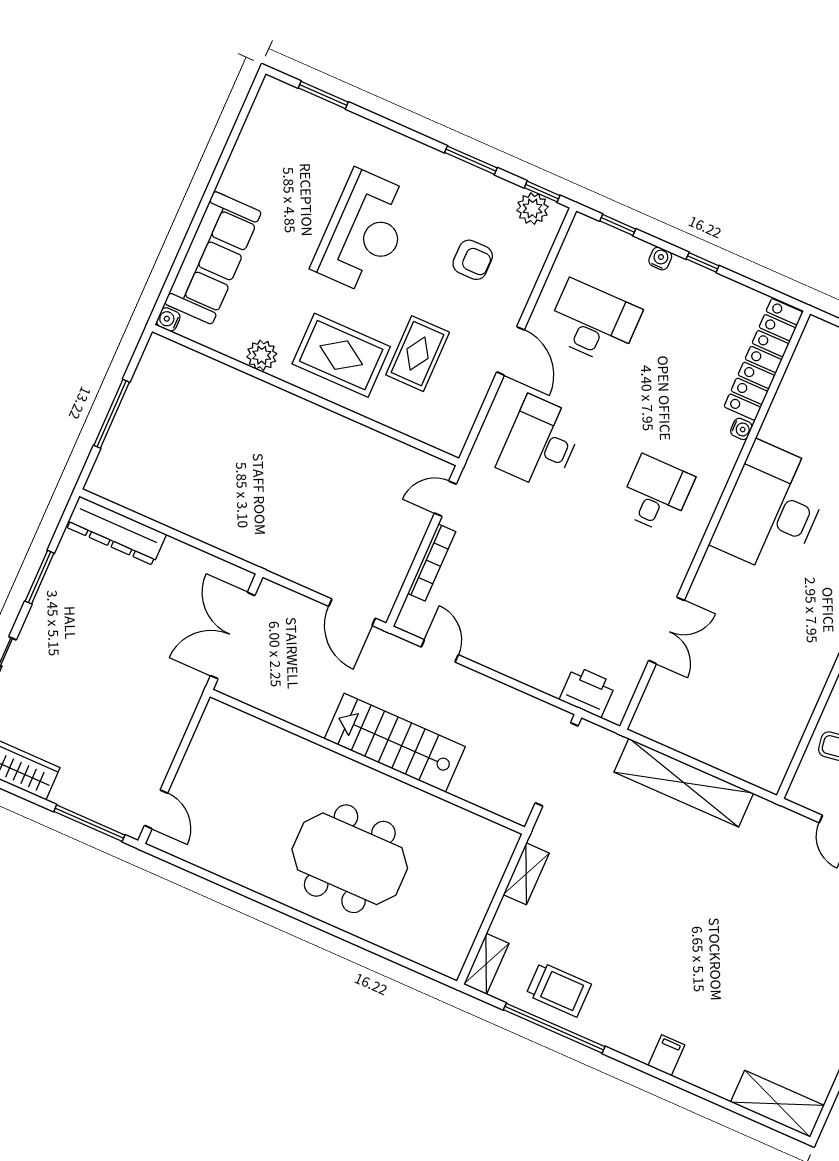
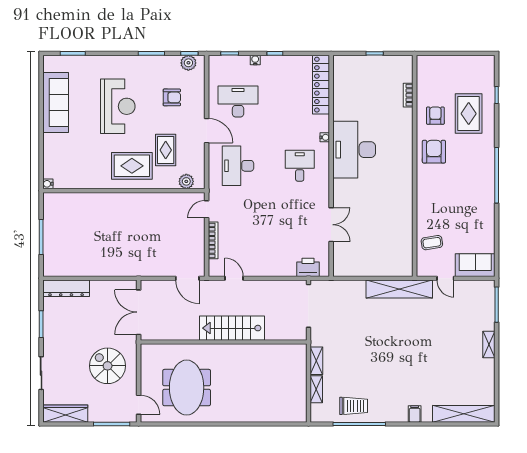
sofa: (213, 258) -> (56, 103), moved
plant: (262, 355) -> (186, 181), moved
water cooler: (741, 429) -> (325, 137), moved
spiral stairs: (130, 710) -> (108, 366), added
shelving: (684, 783) -> (399, 289), moved
meeting table: (350, 859) -> (187, 388), moved, turned 90
shelving: (486, 964) -> (316, 389), moved
shelving: (777, 1104) -> (464, 414), width x1.47

